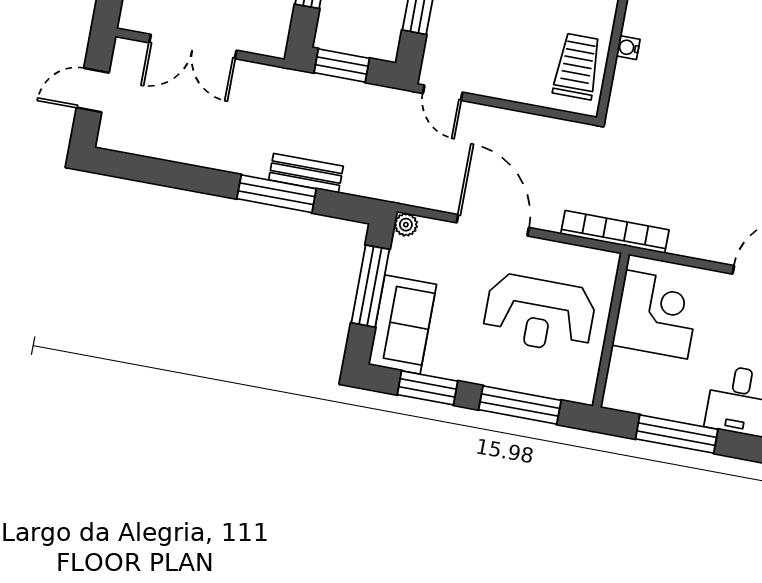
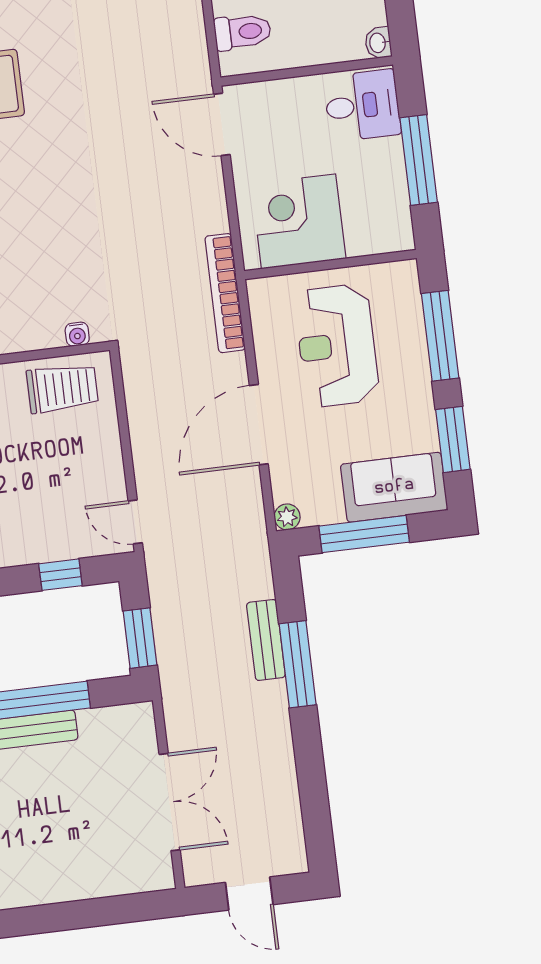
water cooler: (628, 48) -> (77, 334), moved
trolley: (577, 66) -> (62, 388), turned 180
door: (443, 93) -> (135, 522), swing flipped
reception desk: (539, 314) -> (337, 346), turned 180

